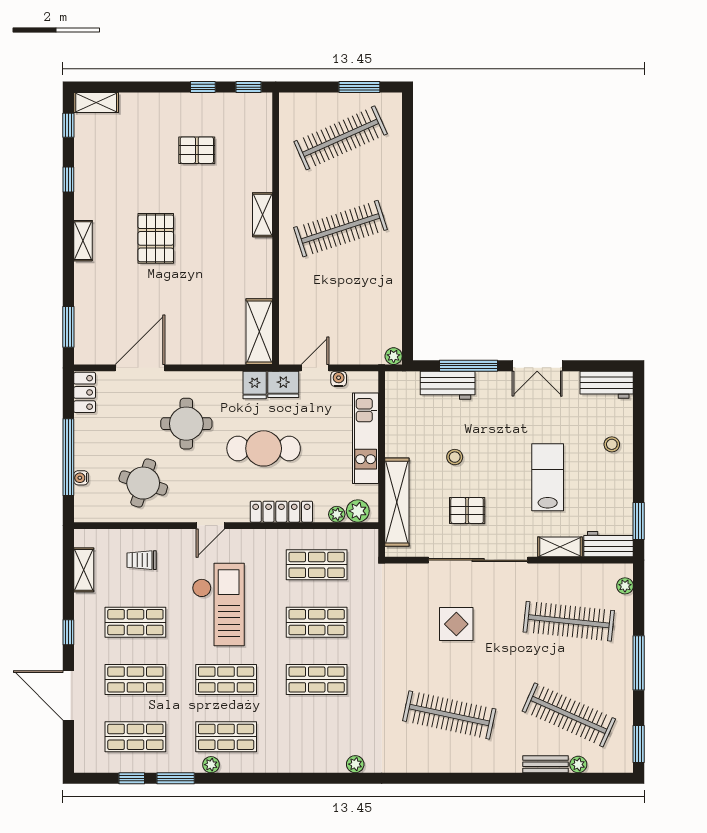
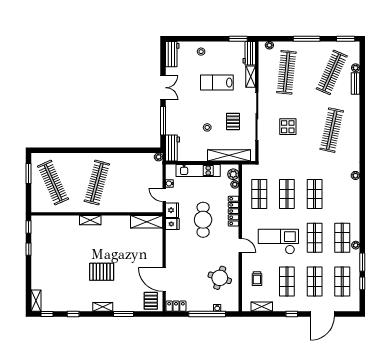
pallet: (197, 150) -> (151, 301), moved
clothes rail: (341, 229) -> (97, 183), turned 33
window: (68, 327) -> (124, 314), moved
workbench: (448, 385) -> (172, 148), moved
round table: (186, 424) -> (191, 257), removed

